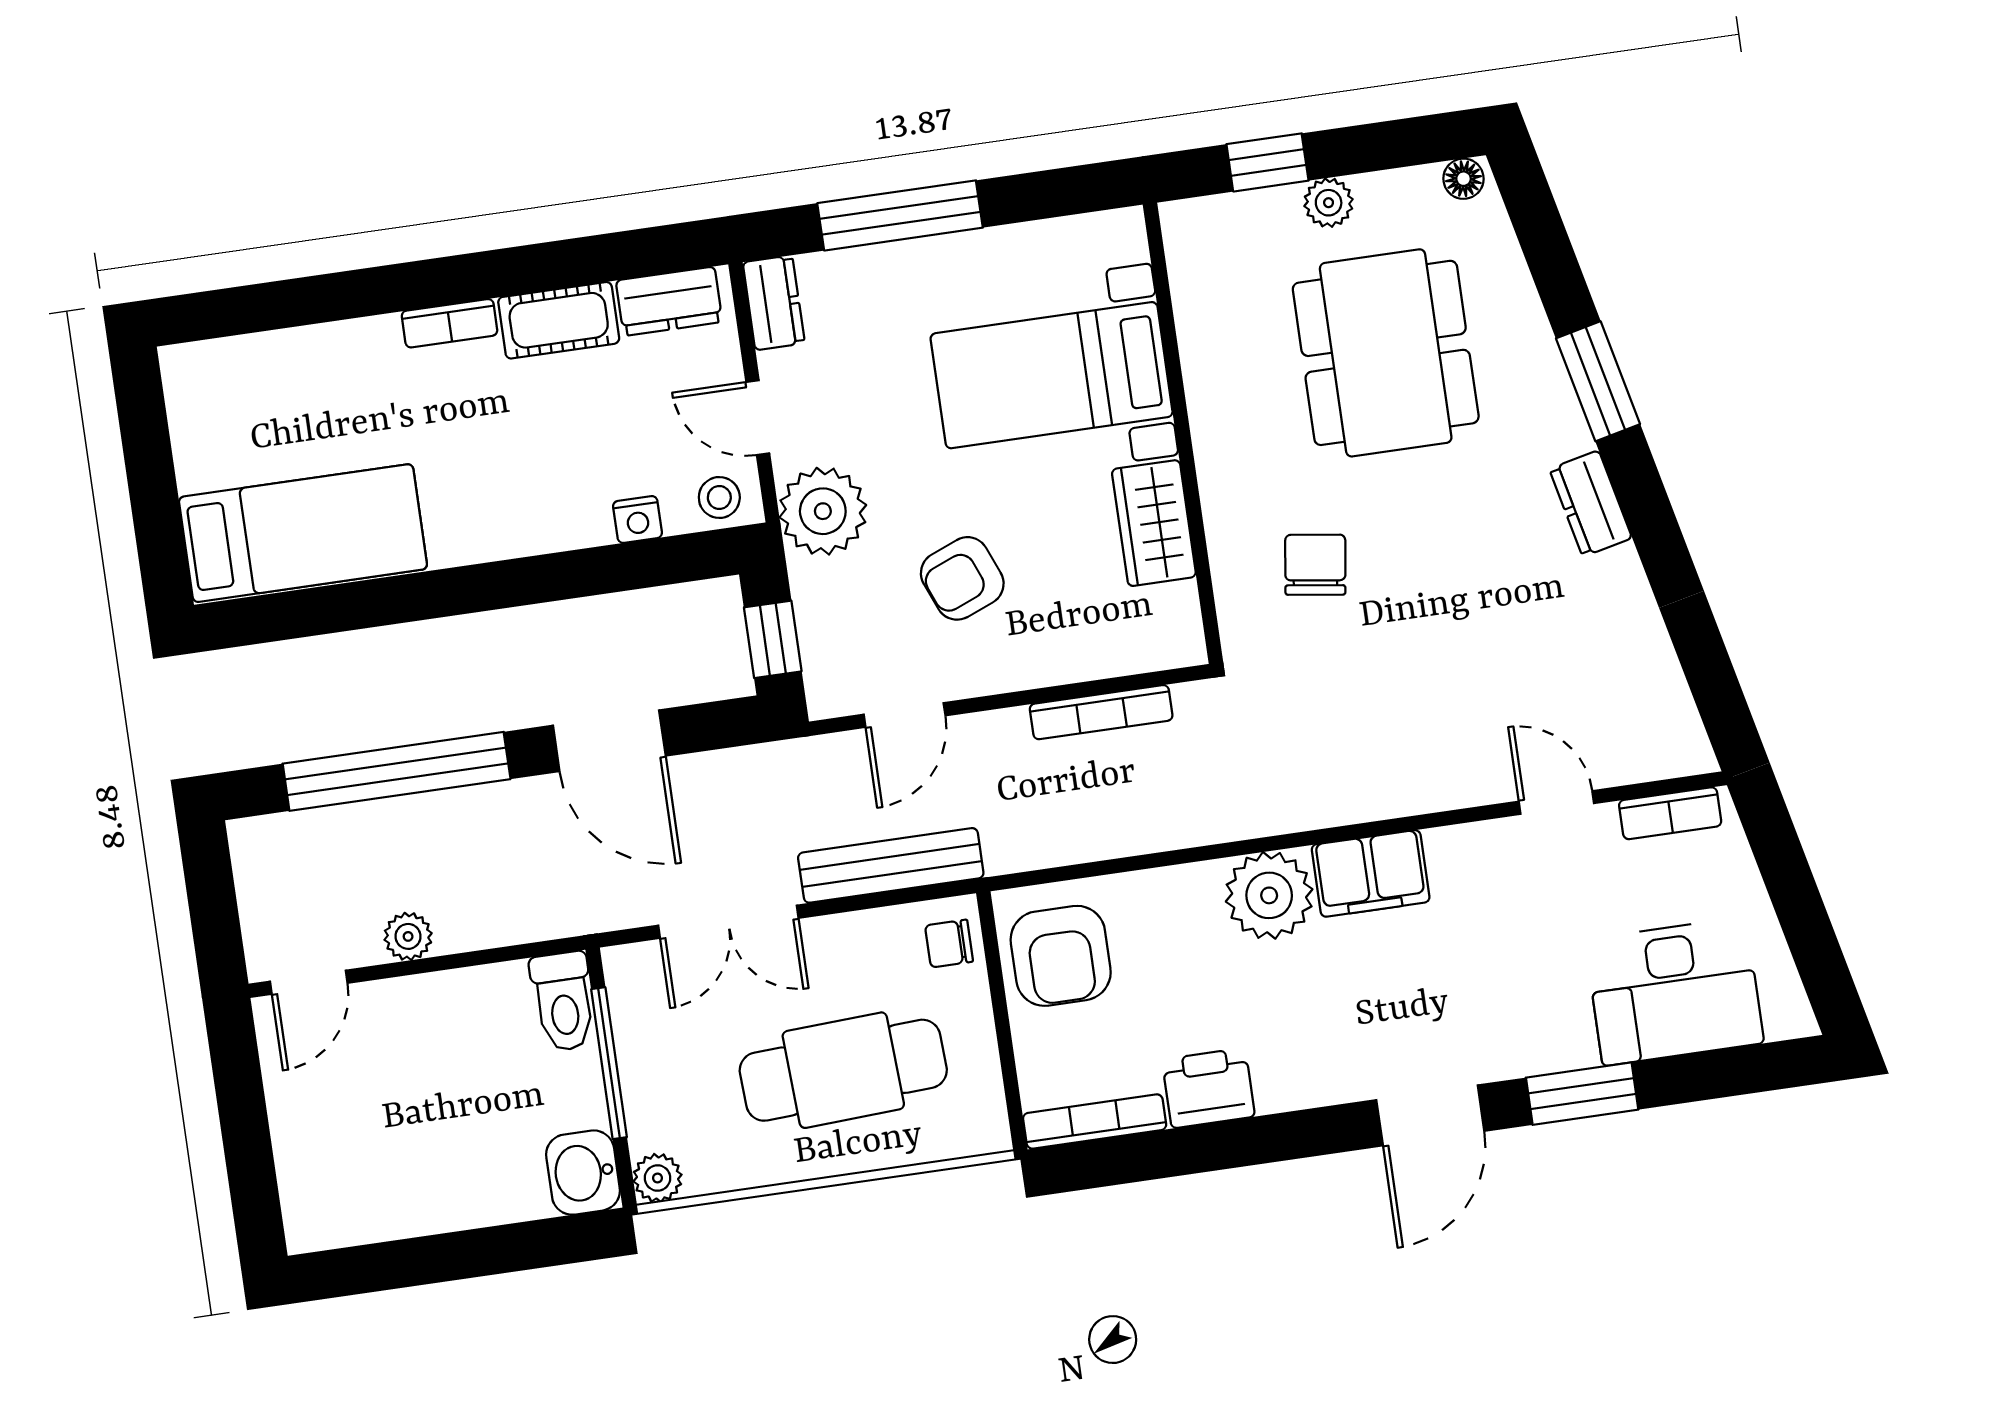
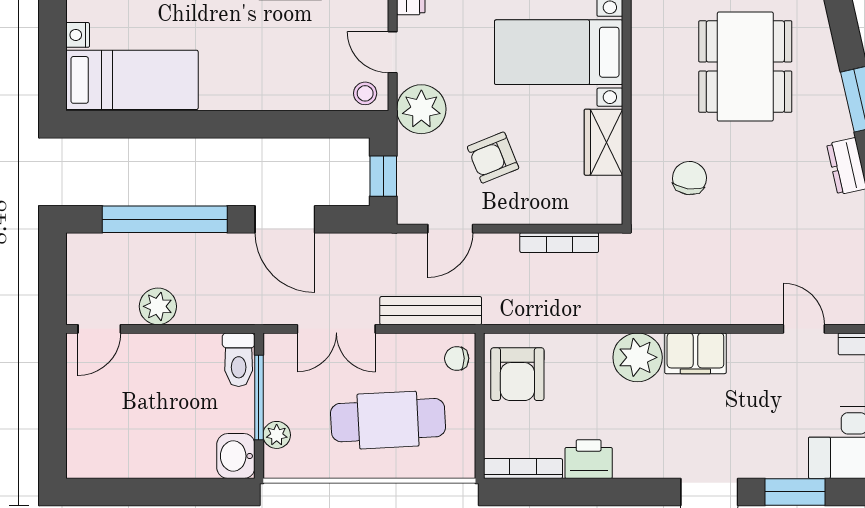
nightstand: (638, 519) -> (78, 35), moved, turned 90
plant: (408, 936) -> (158, 306), width x1.38, depth x1.38
plant: (658, 1178) -> (277, 435), moved

